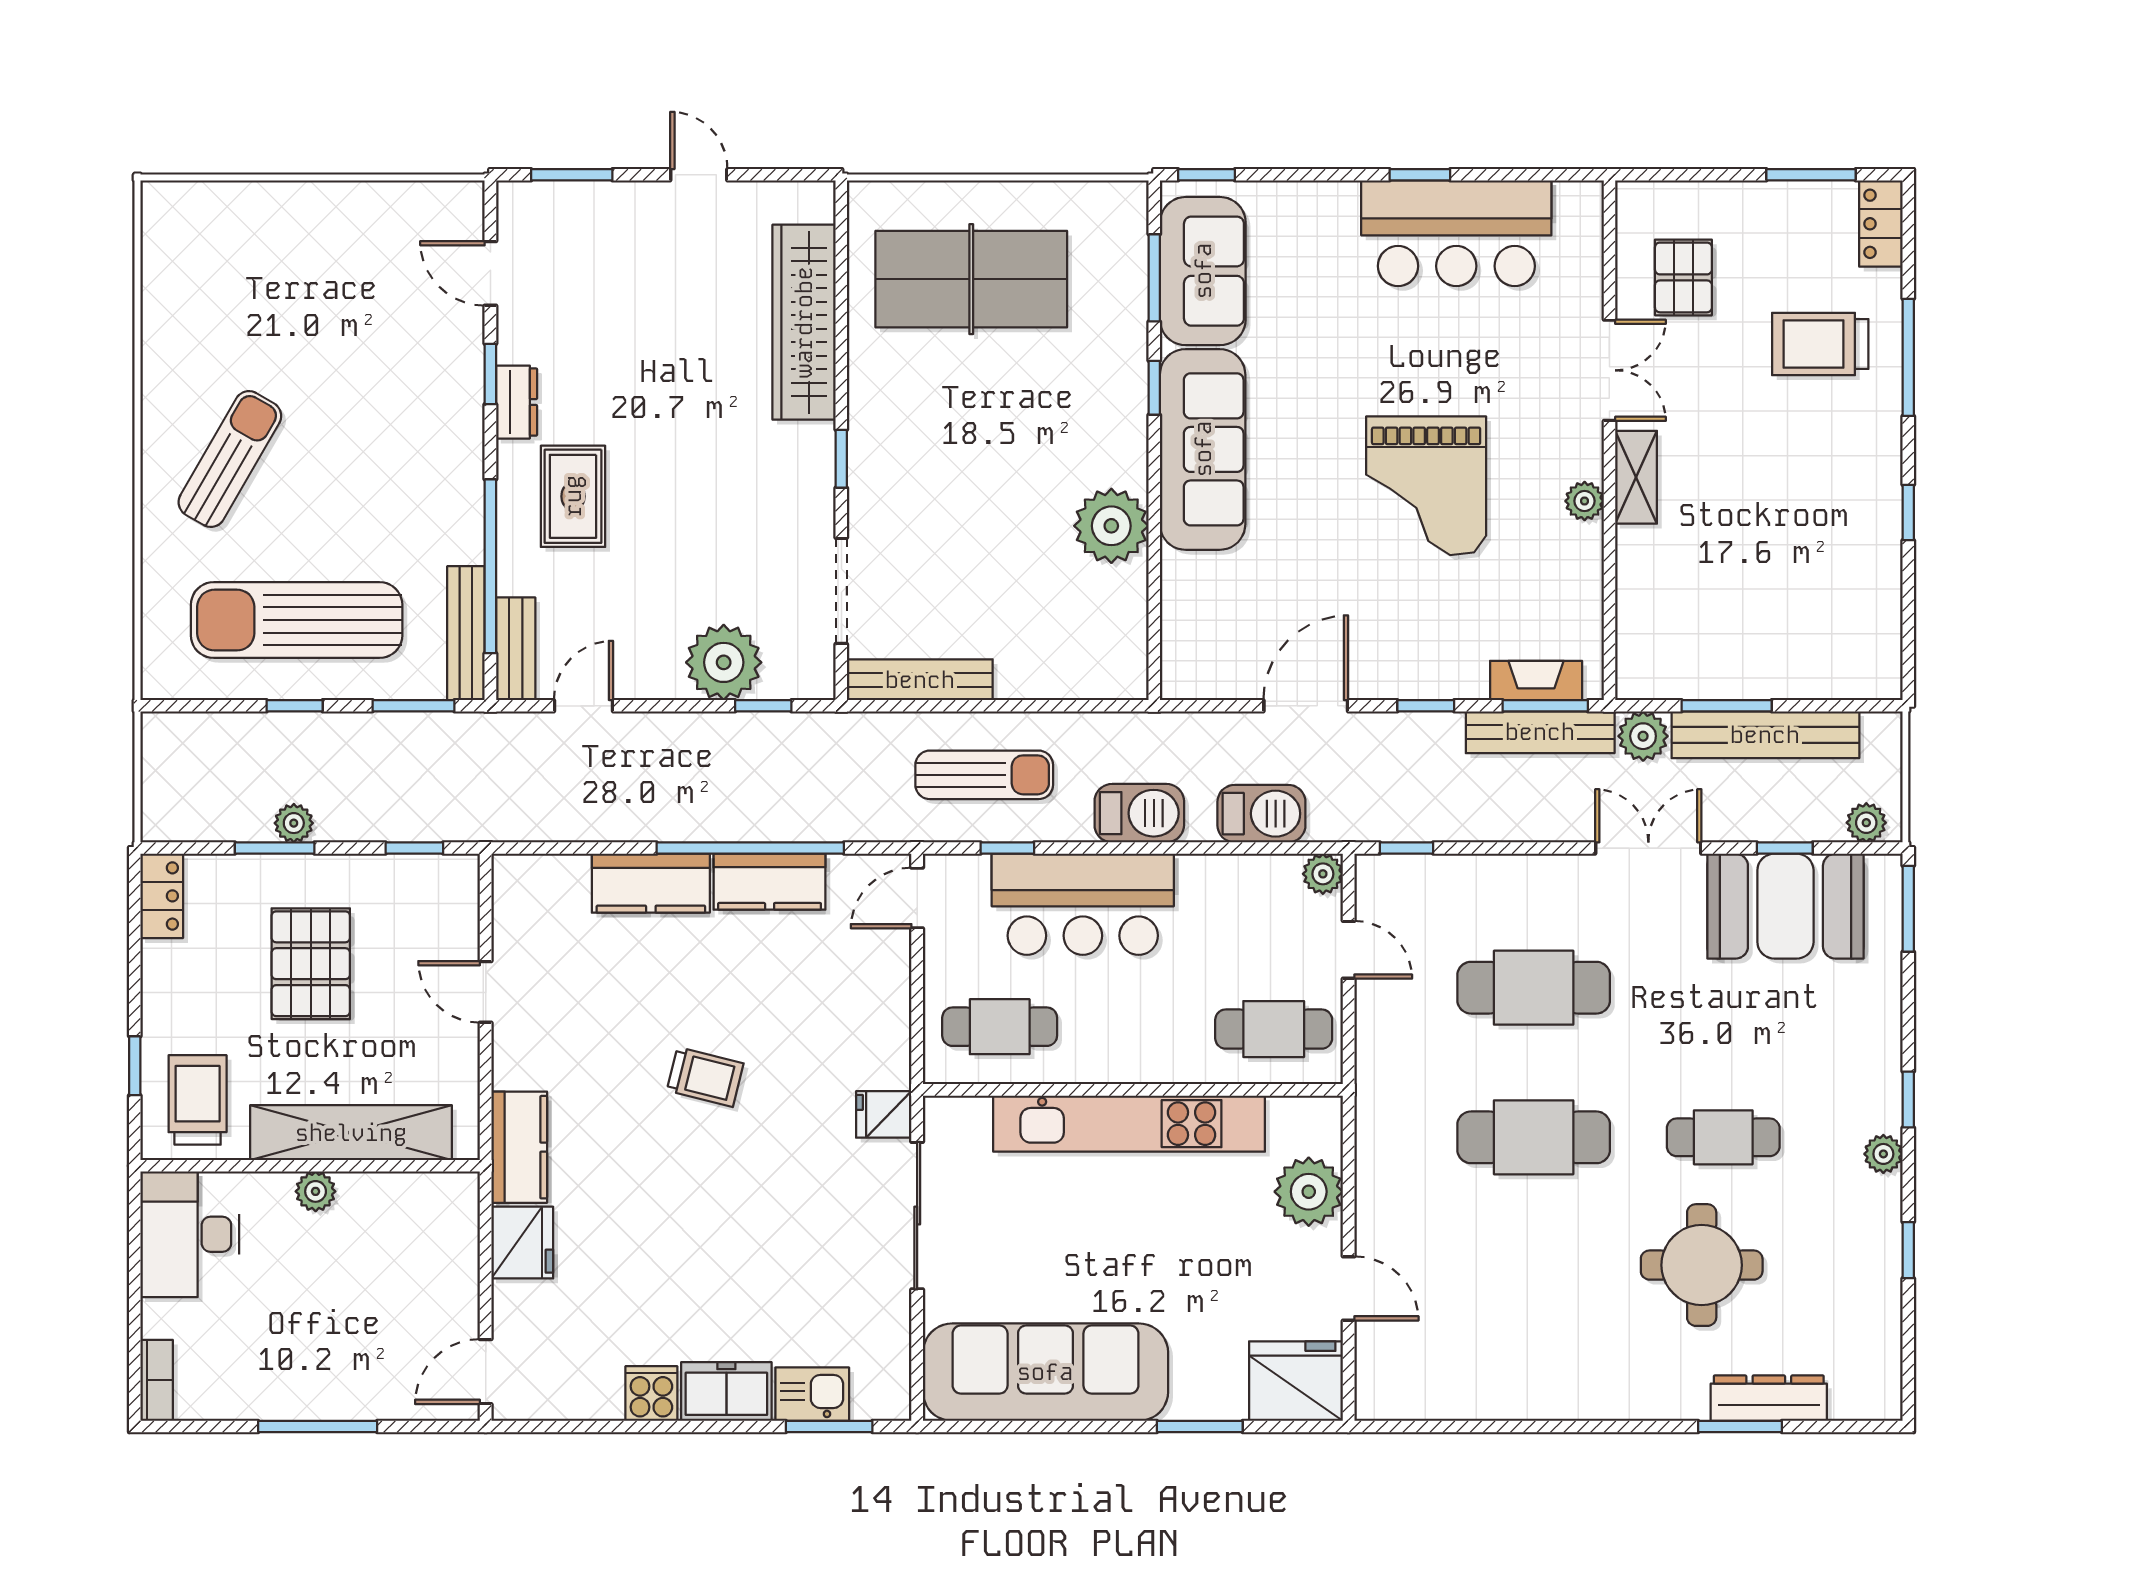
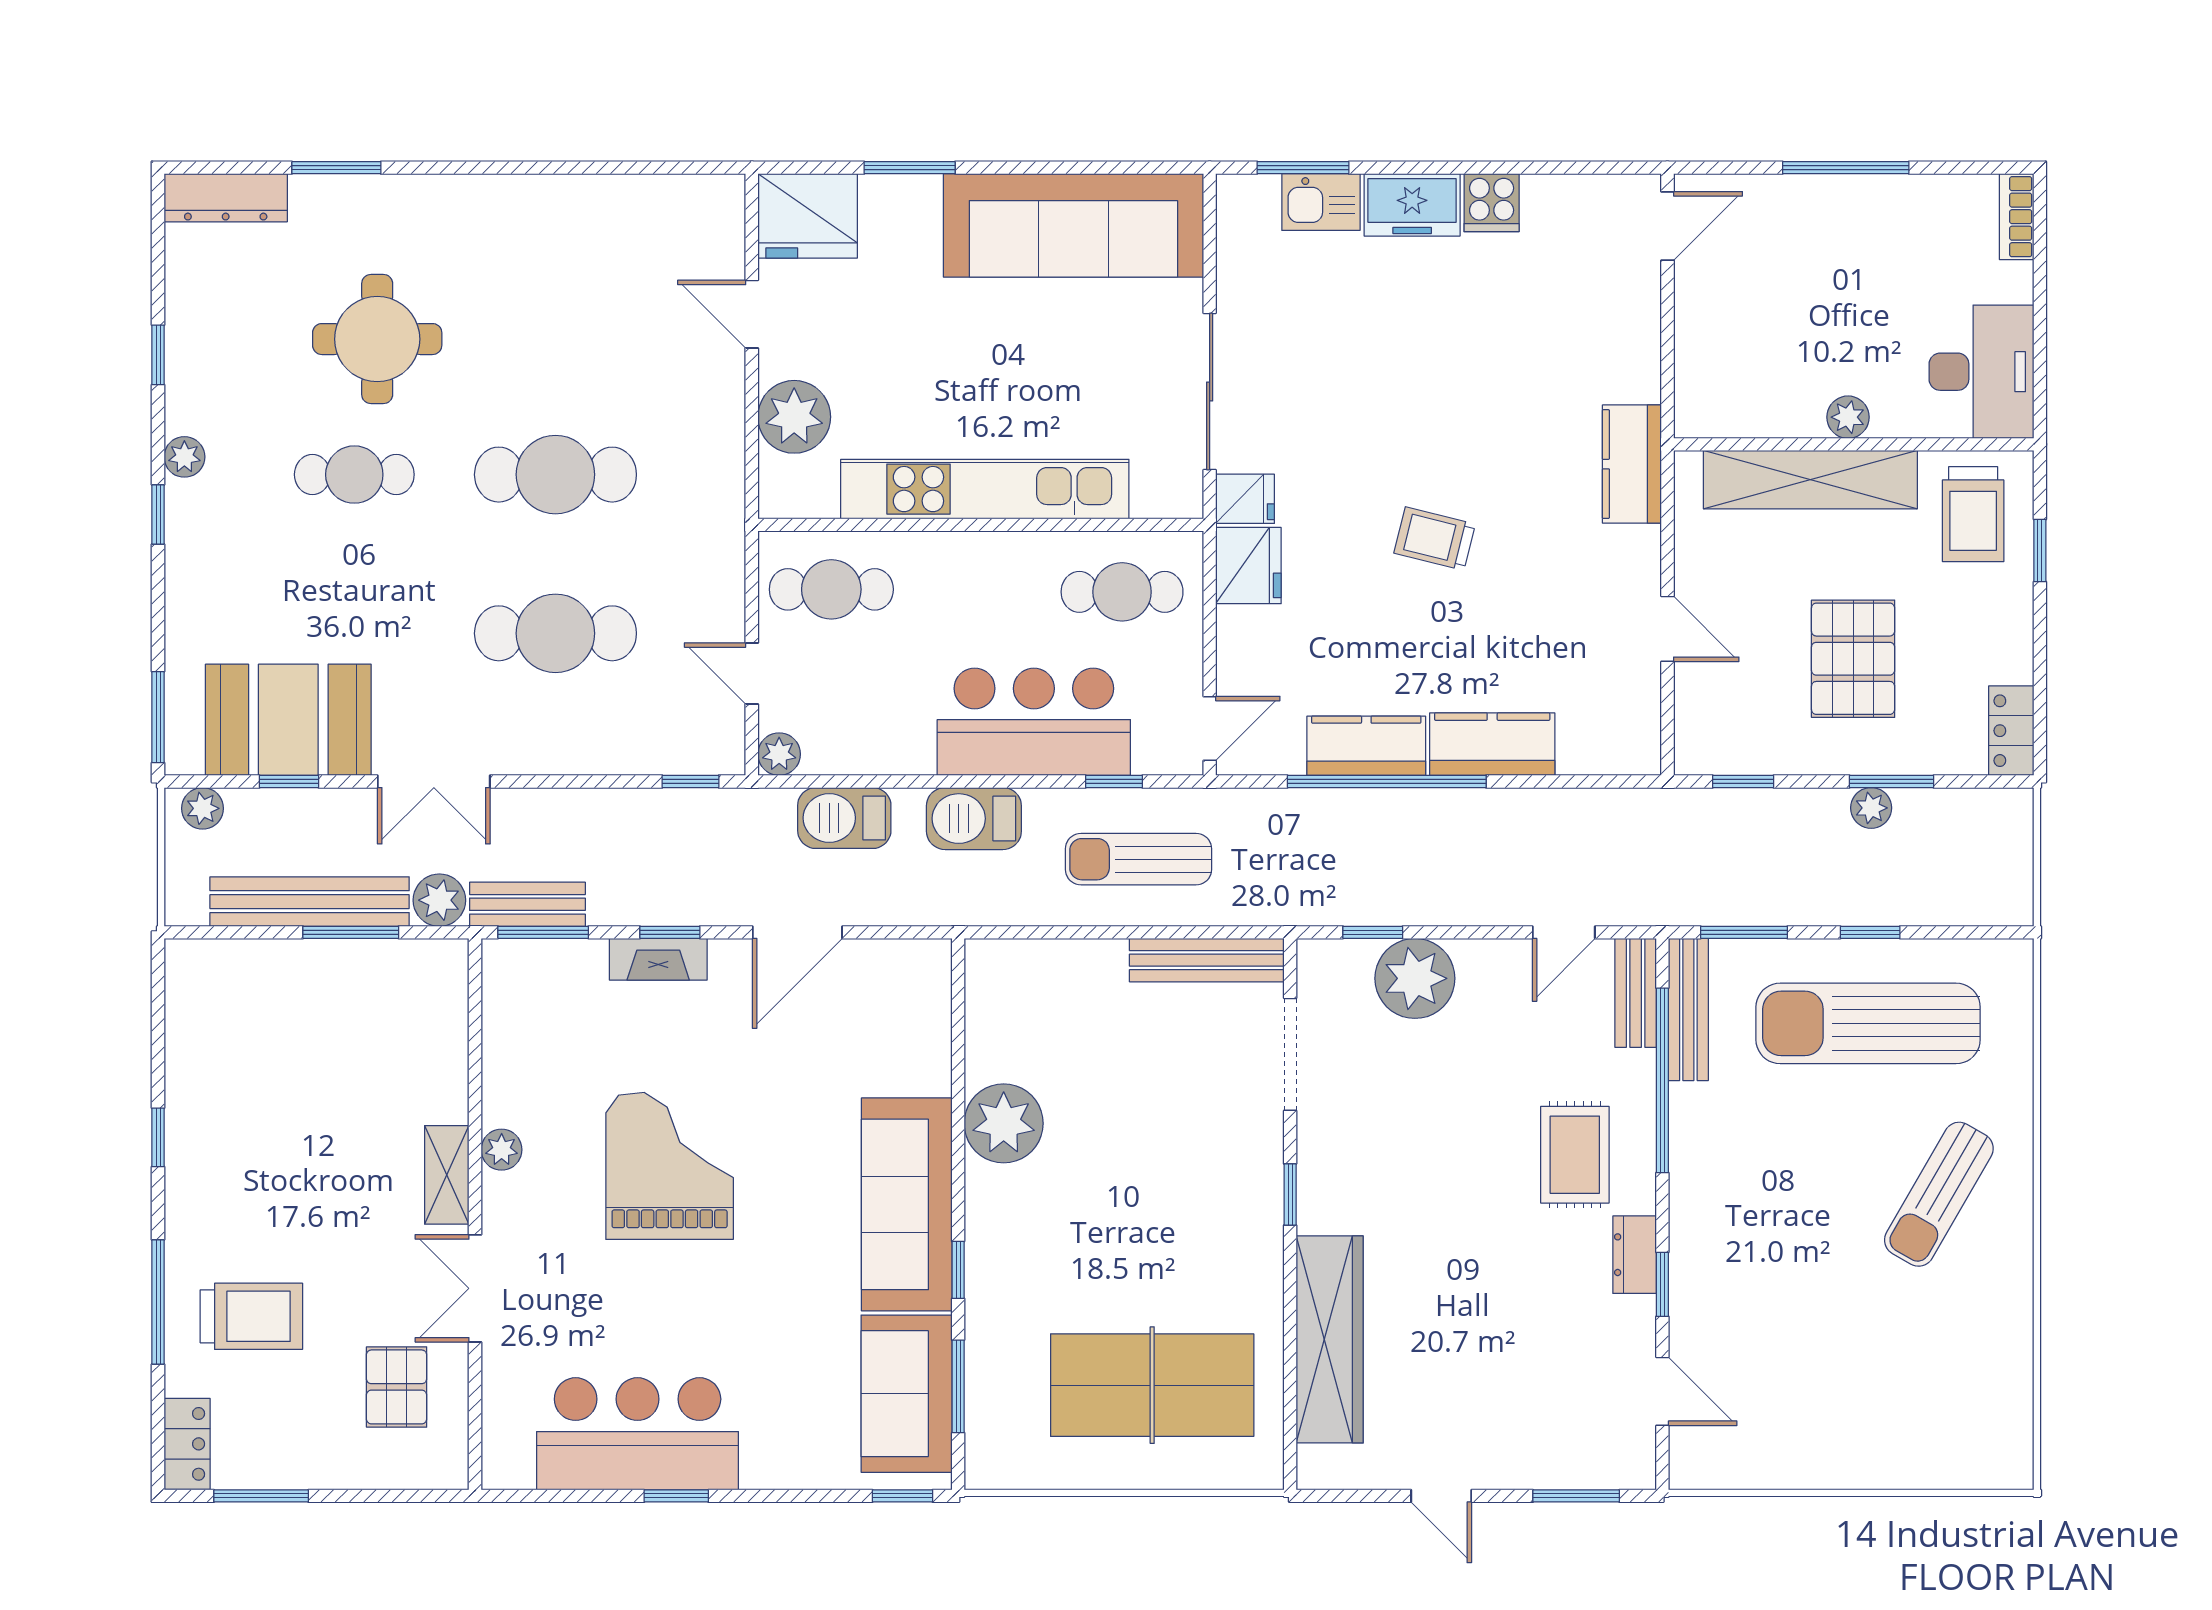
sun lounger: (297, 620) -> (1868, 1023), turned 180
fireplace: (1536, 680) -> (658, 959), moved
bench: (1540, 732) -> (527, 904), width x0.73
fridge: (522, 1243) -> (1248, 566), moved, turned 180
dresser: (1769, 1398) -> (226, 198), moved

